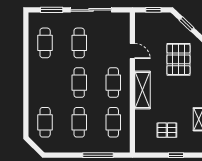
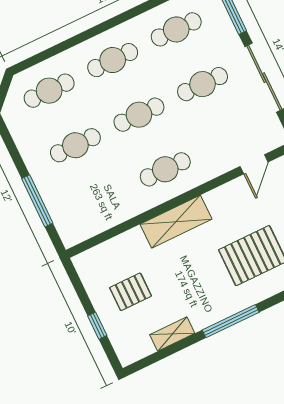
door: (132, 51) -> (254, 164), moved
cafe table: (113, 122) -> (113, 60), moved
pallet: (167, 130) -> (131, 292), turned 90

